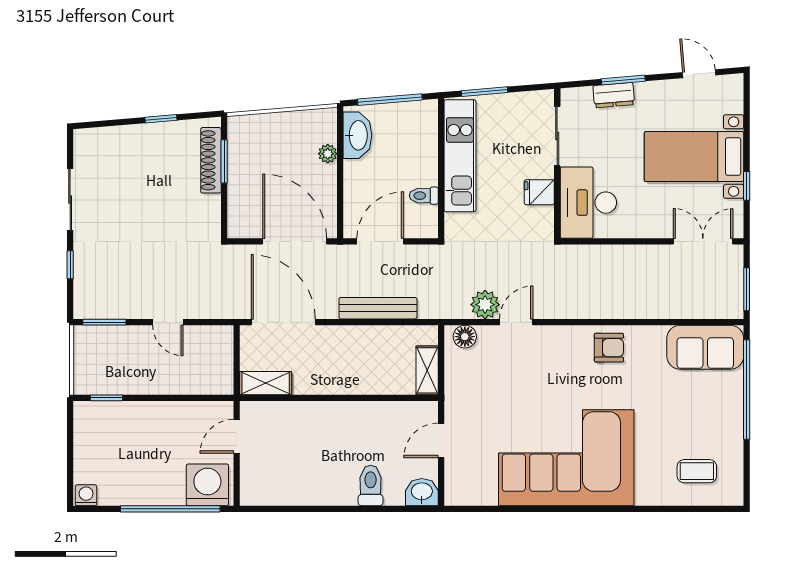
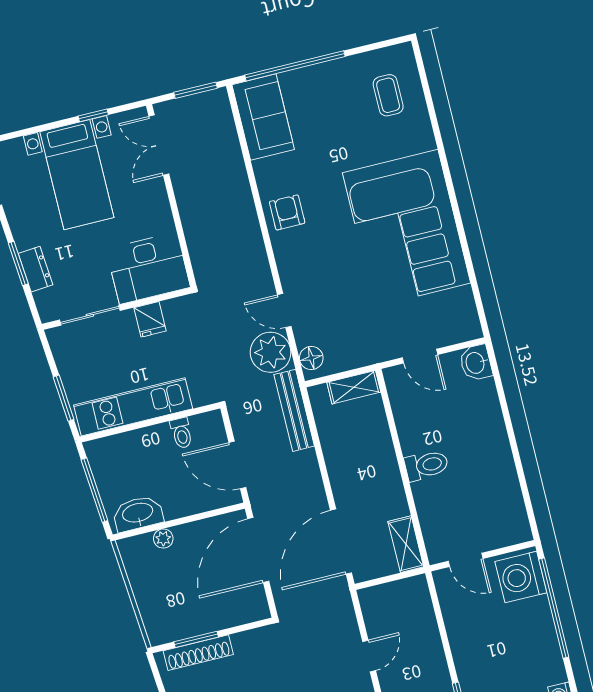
plant: (485, 305) -> (271, 352), width x1.36, depth x1.36
bench: (378, 308) -> (294, 410), moved
toilet: (371, 485) -> (426, 465), moved, turned 180

